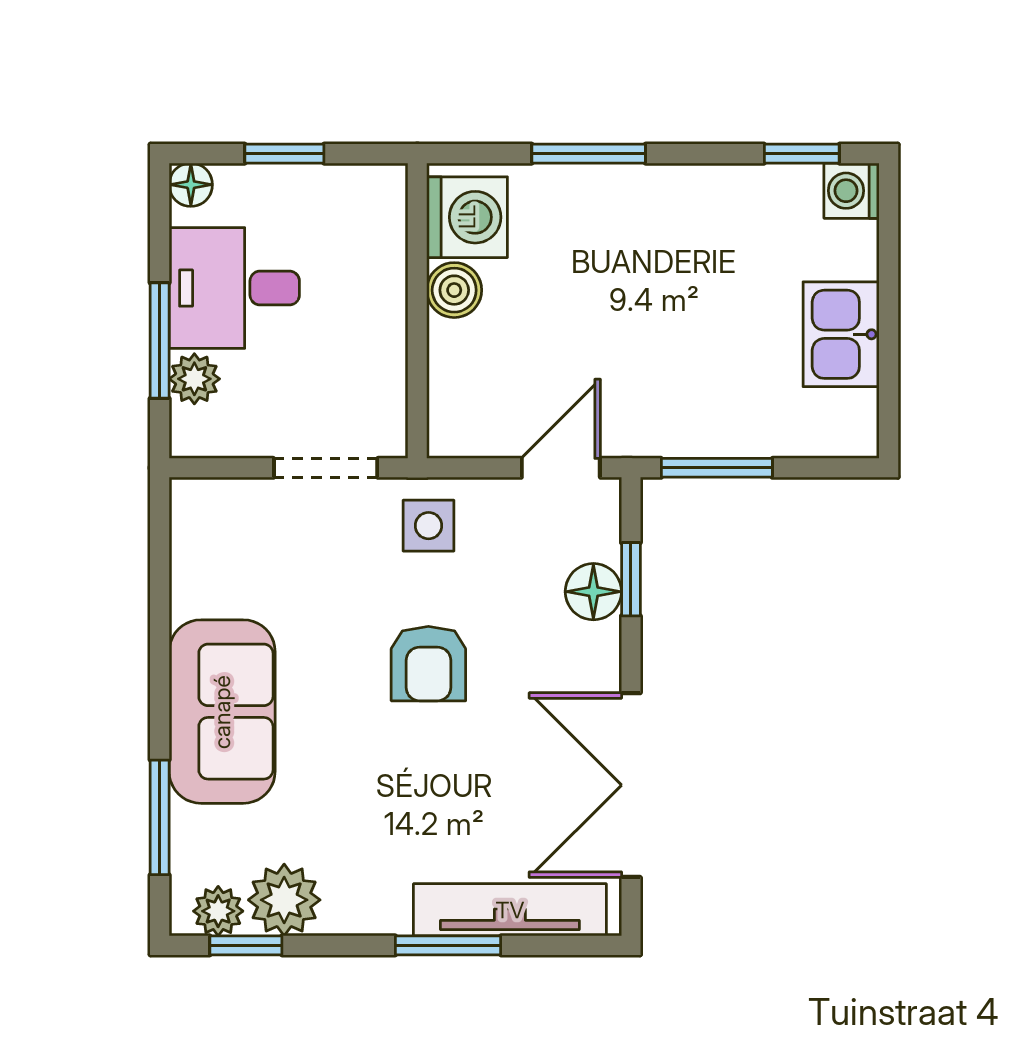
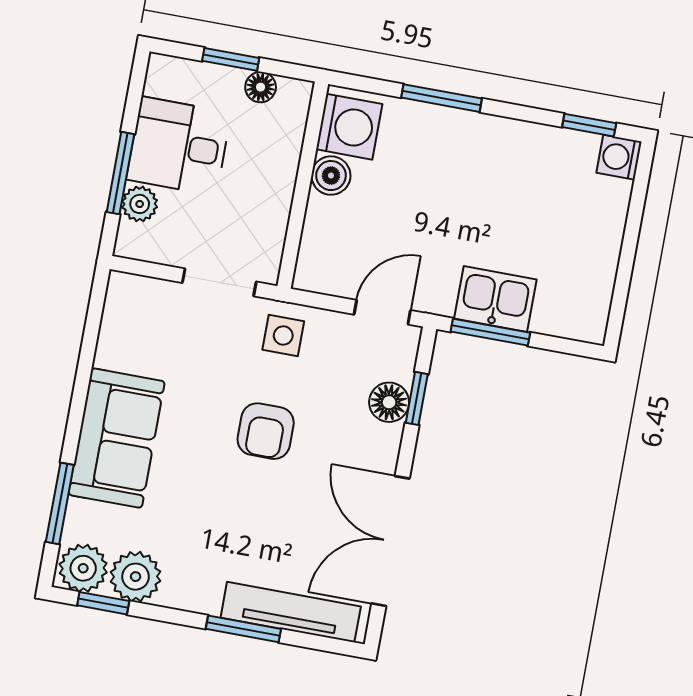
floor lamp: (191, 185) -> (261, 87), moved
kitchen sink: (841, 334) -> (495, 299), moved, turned 90
plant: (218, 911) -> (83, 568), width x1.38, depth x1.38

